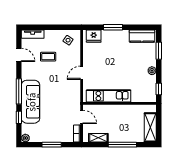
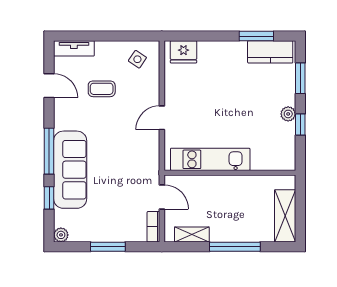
window: (113, 27) -> (256, 36), moved
window: (159, 89) -> (300, 125), moved

